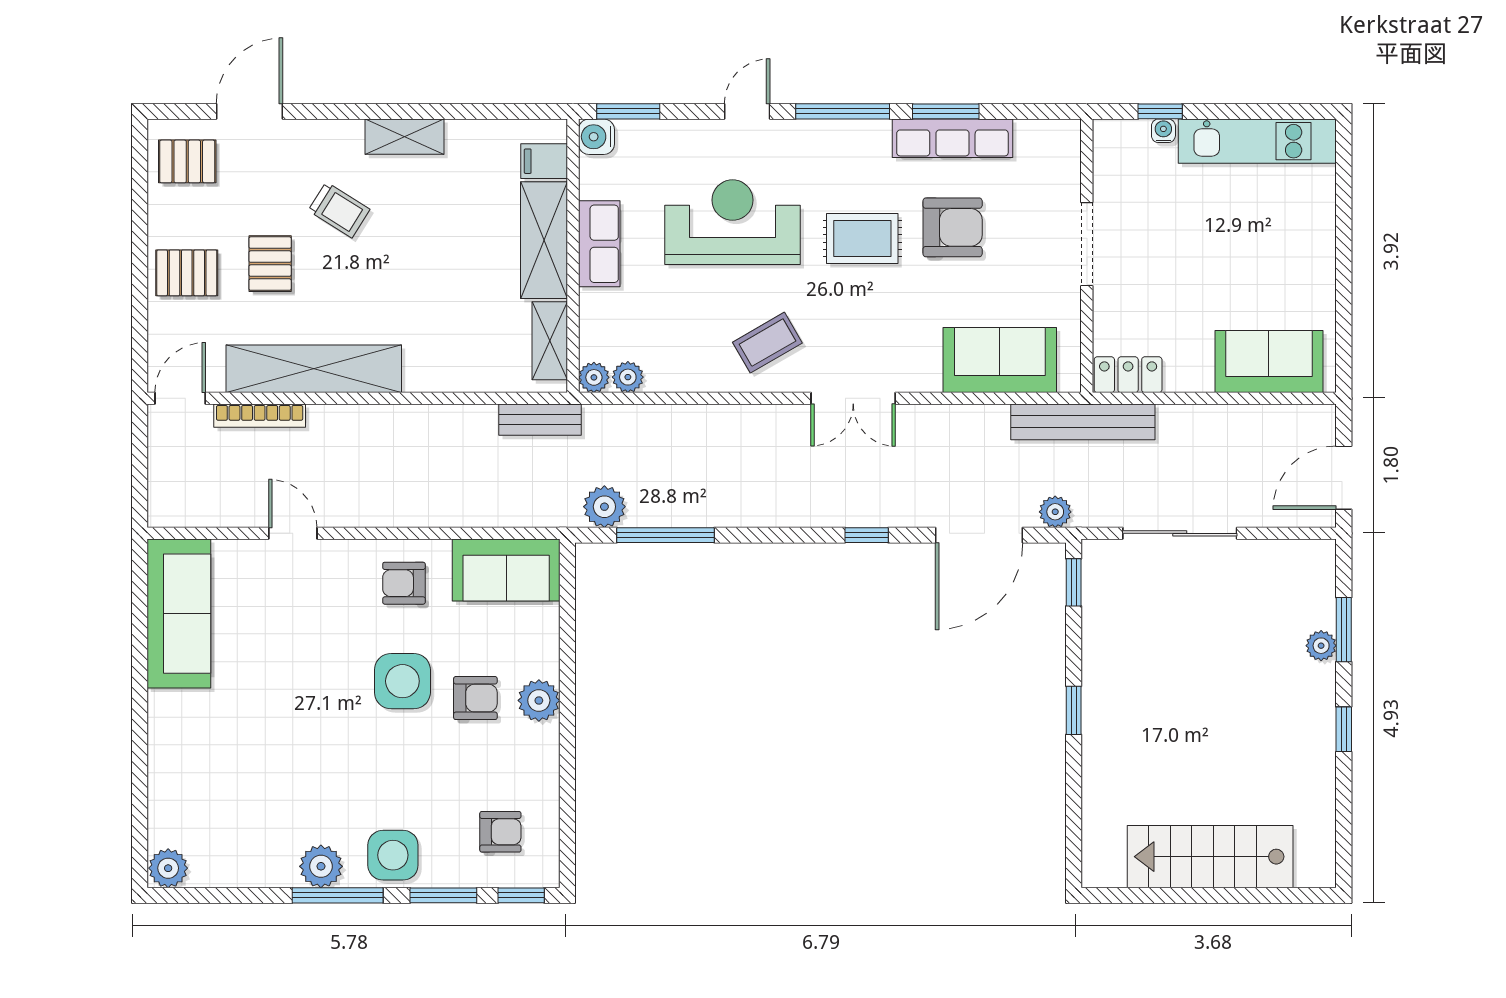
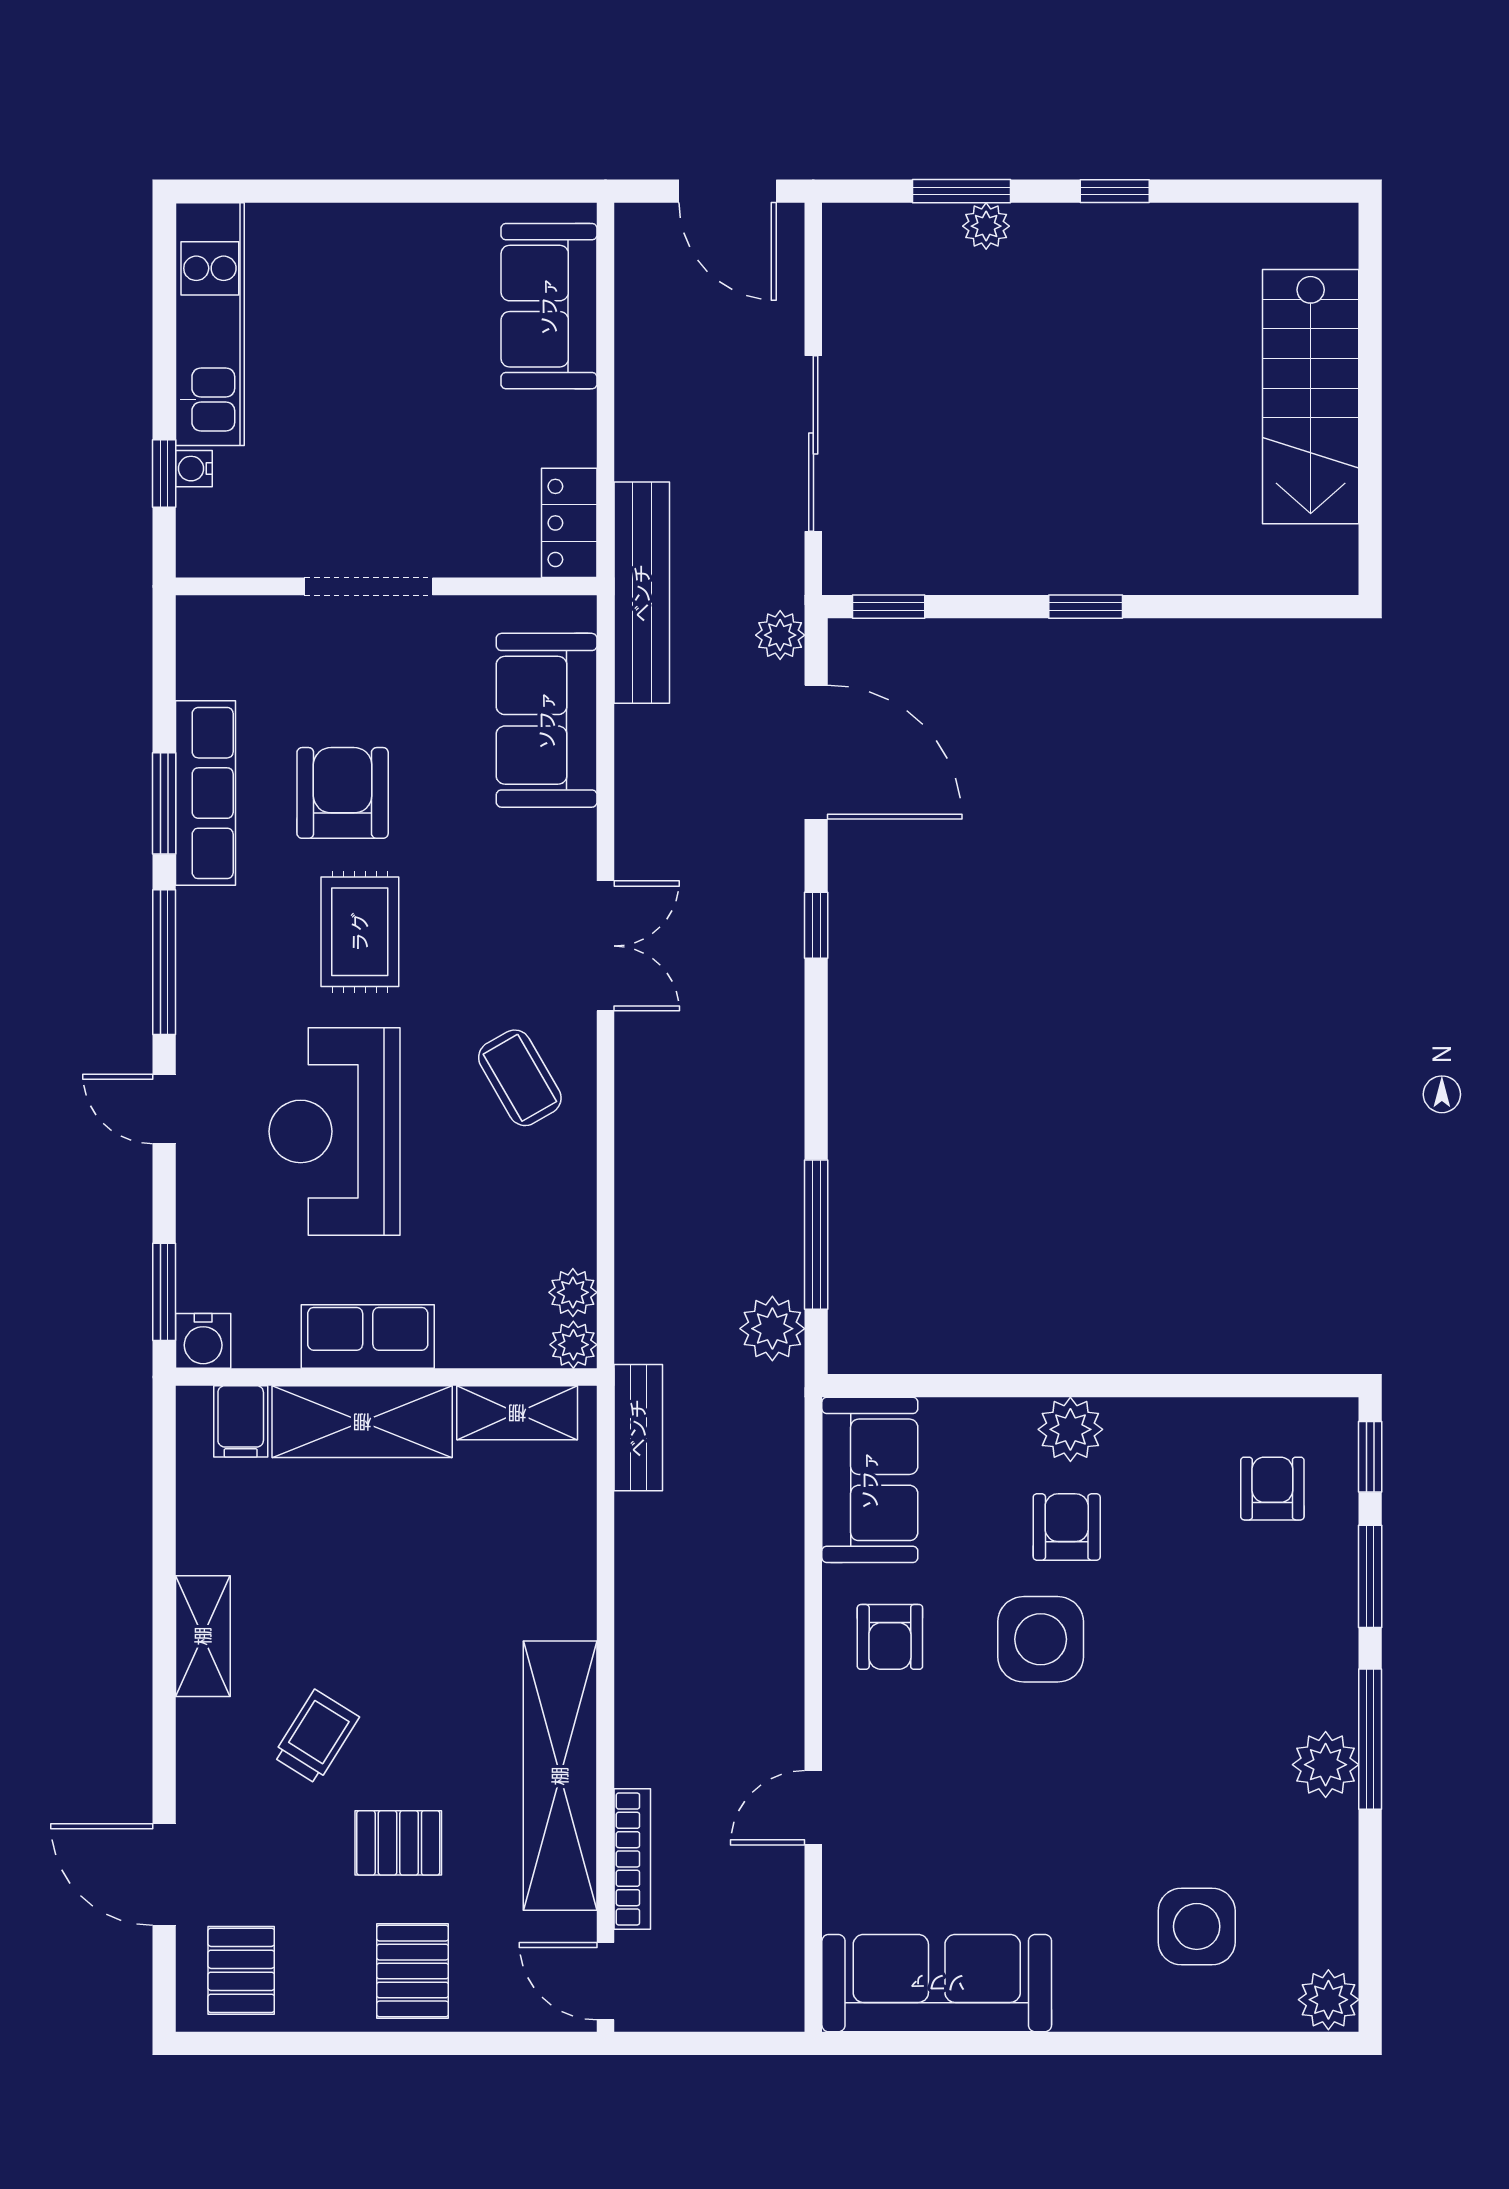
side table: (393, 855) -> (1197, 1926), moved

